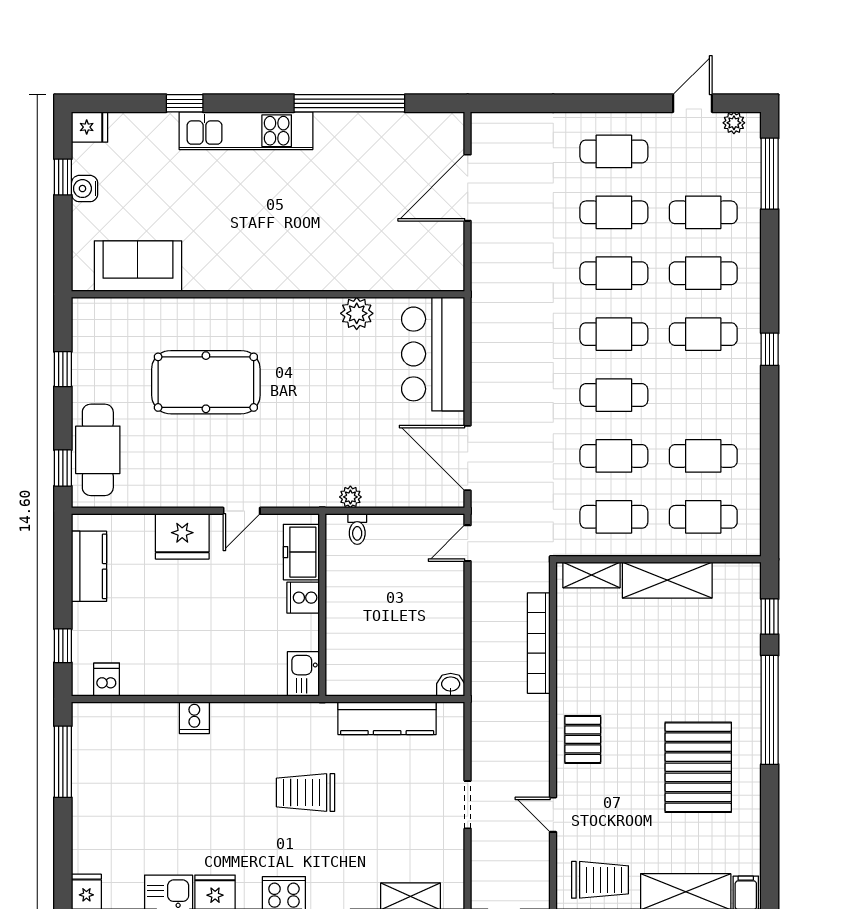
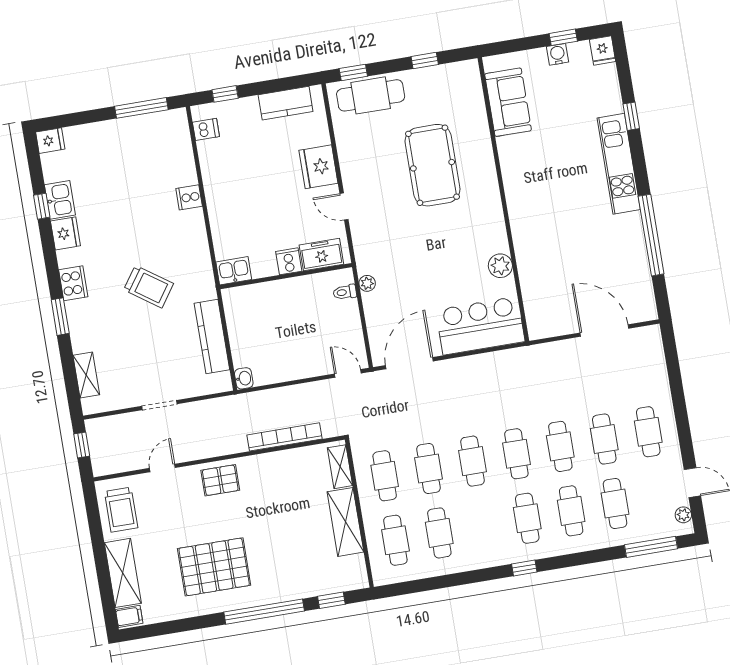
trolley: (306, 792) -> (149, 287), turned 125

